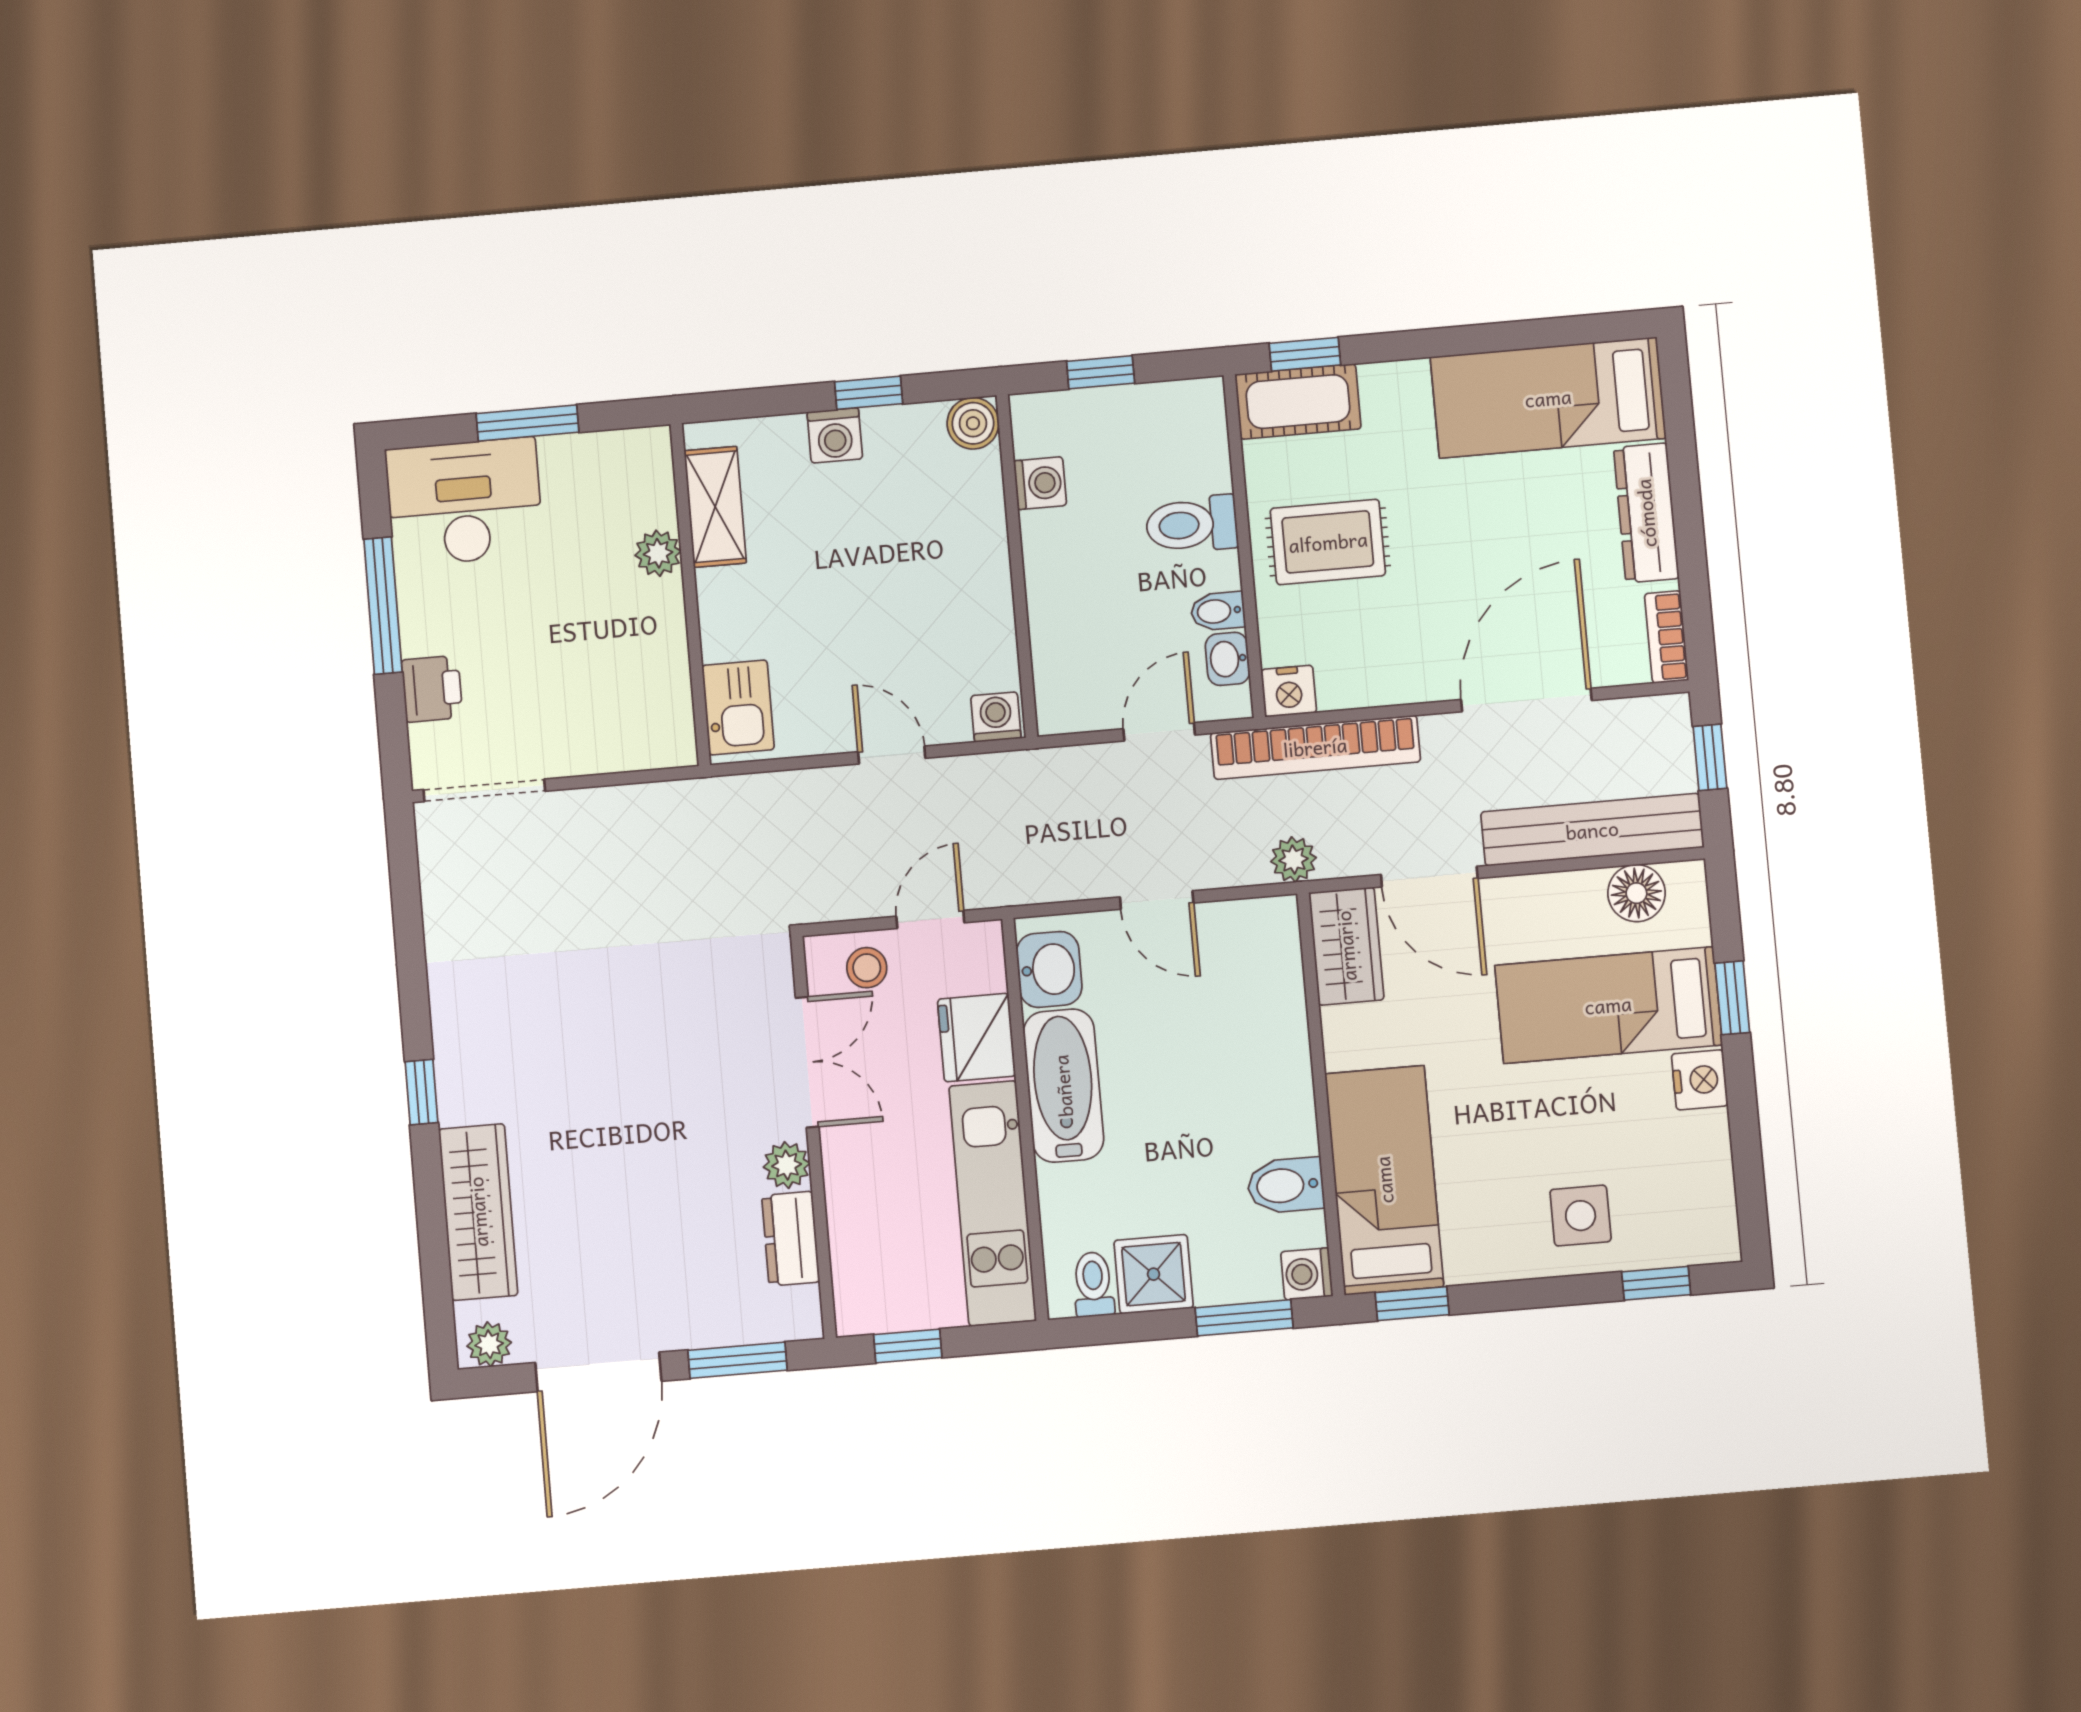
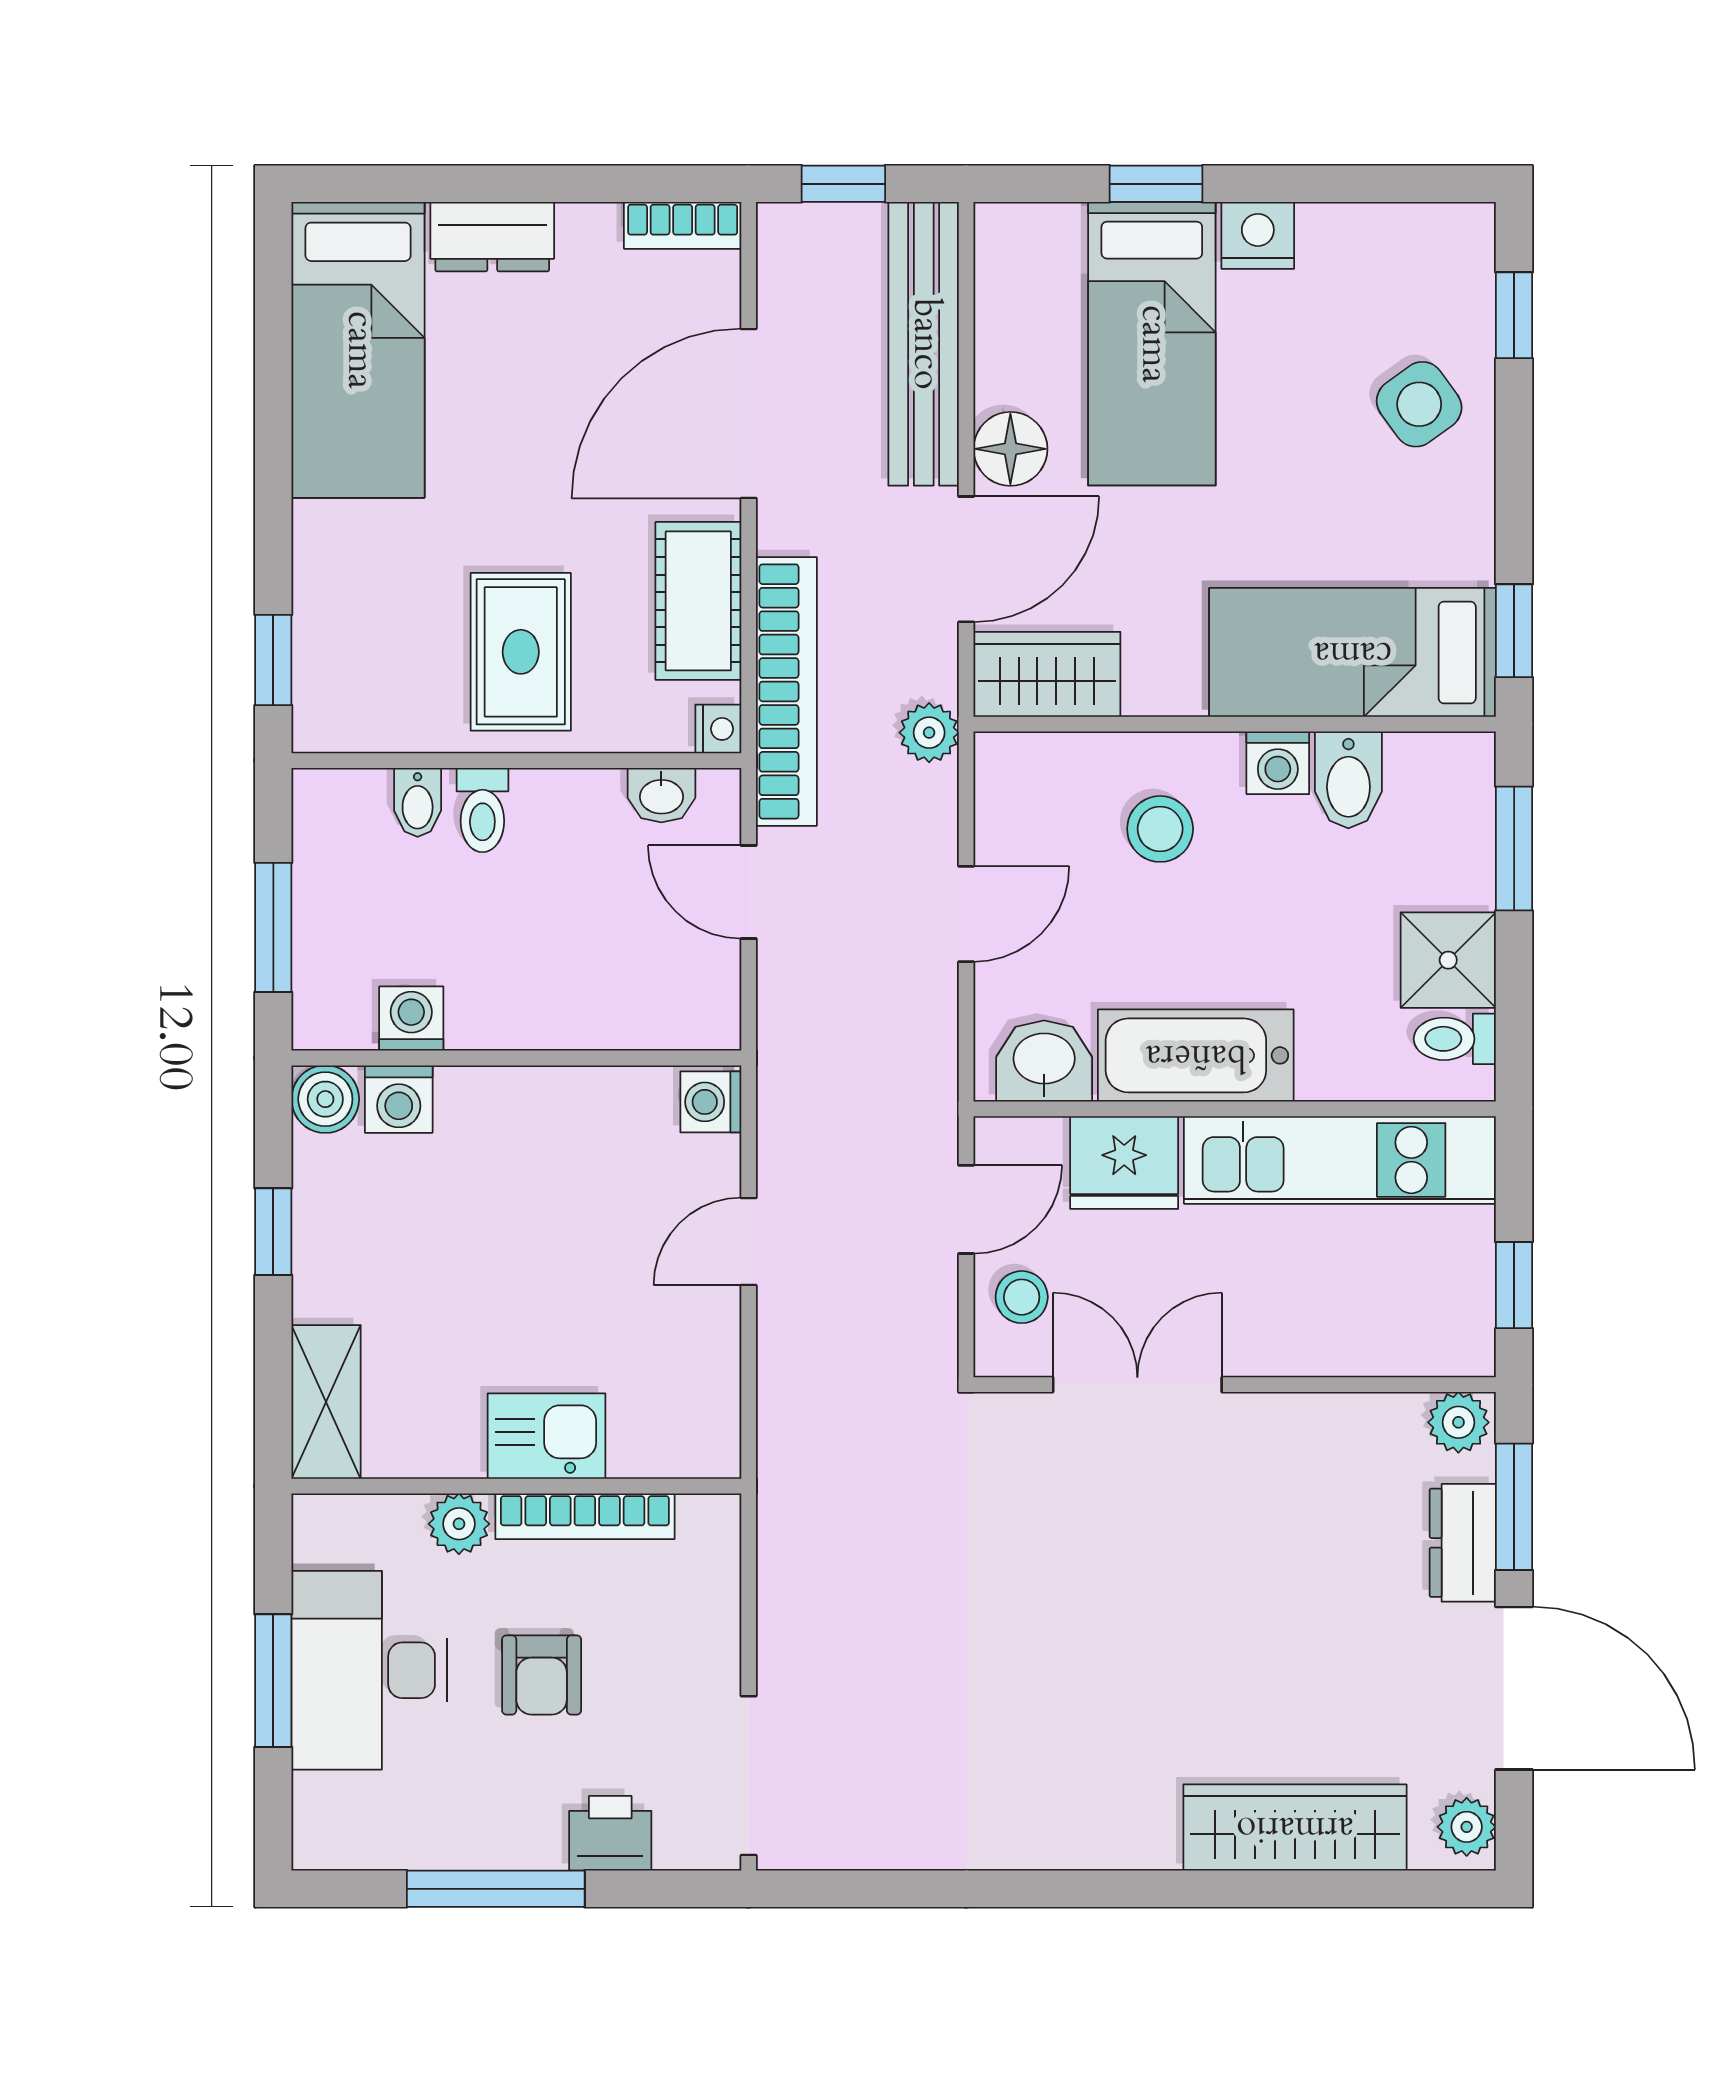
window: (1101, 372) -> (273, 927), width x1.50
cot: (1298, 402) -> (698, 601), moved
washing machine: (835, 435) -> (399, 1099), moved, turned 90
desk: (464, 502) -> (369, 1670), moved
shelving: (715, 507) -> (326, 1402), moved, turned 90
dresser: (1646, 513) -> (492, 237), width x0.70
toilet: (1192, 524) -> (482, 810), width x0.73, depth x0.72
bidet: (1218, 611) -> (418, 802), moved
armchair: (548, 626) -> (542, 1675), added
bookcase: (672, 648) -> (585, 1516), added
nightstand: (1289, 691) -> (718, 729), width x0.72, depth x0.74
door: (1526, 700) -> (749, 413), hinge flipped
kitchen sink: (738, 707) -> (547, 1436), moved
floor lamp: (1636, 893) -> (1010, 449), moved
door: (930, 919) -> (966, 1209), swing flipped
stool: (1235, 1043) -> (1160, 829), added
window: (421, 1092) -> (1133, 1889), removed
plant: (787, 1165) -> (1458, 1422), moved
side table: (1581, 1216) -> (1419, 404), turned -36
dresser: (791, 1239) -> (1463, 1543), moved, turned 90
washing machine: (1307, 1274) -> (1278, 763), moved

